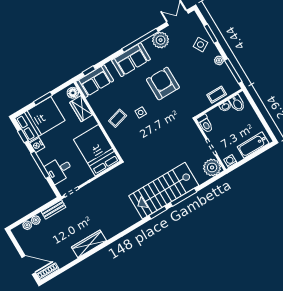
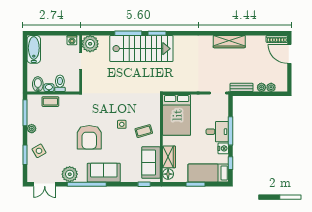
sofa: (95, 81) -> (151, 163), moved, turned -90
bed: (40, 119) -> (208, 173), width x0.67
toilet: (205, 124) -> (60, 83), moved
bathtub: (253, 145) -> (34, 49), moved, turned -90
desk: (59, 170) -> (217, 132), moved

